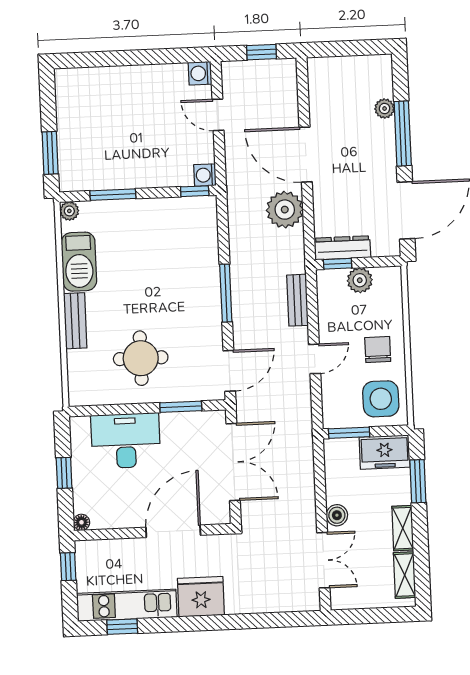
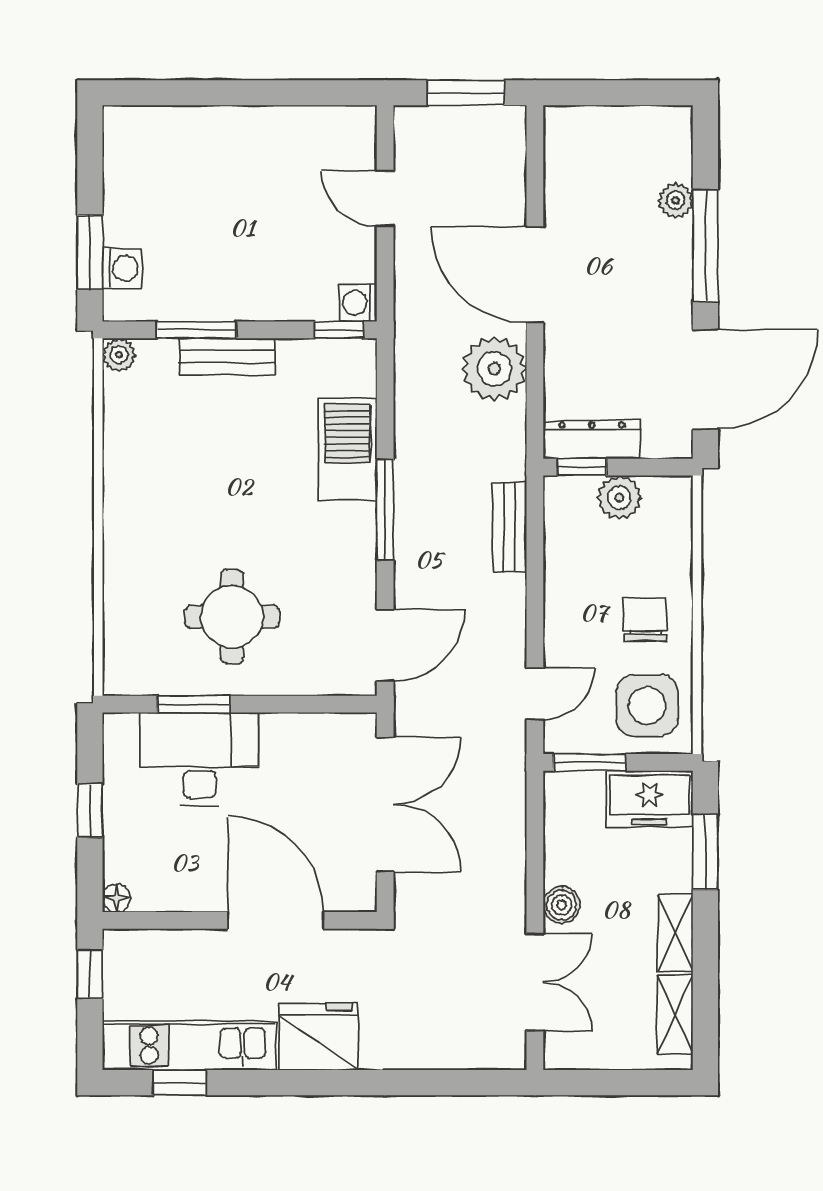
window: (261, 52) -> (466, 93), width x1.50
washing machine: (200, 73) -> (122, 268), moved, turned 180
barbecue: (79, 262) -> (347, 449), moved, turned 180
bench: (75, 321) -> (227, 357), moved, turned 90
door: (315, 359) -> (535, 694), moved
window: (181, 407) -> (194, 704), moved
door: (173, 531) -> (276, 920), hinge flipped

